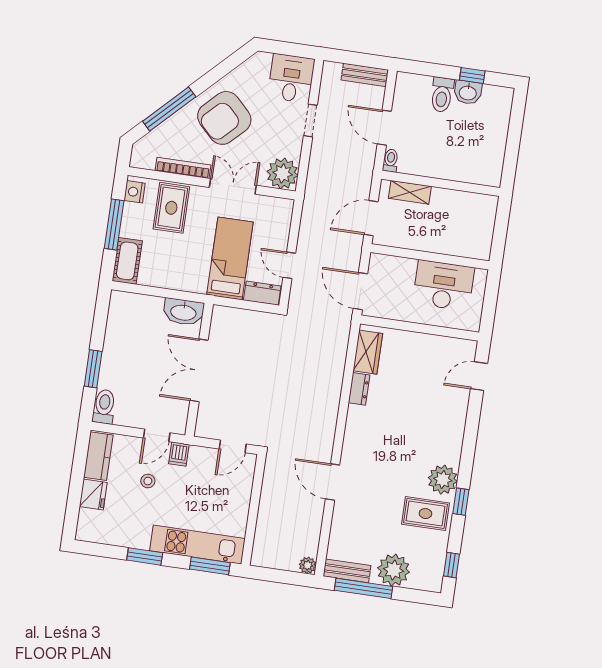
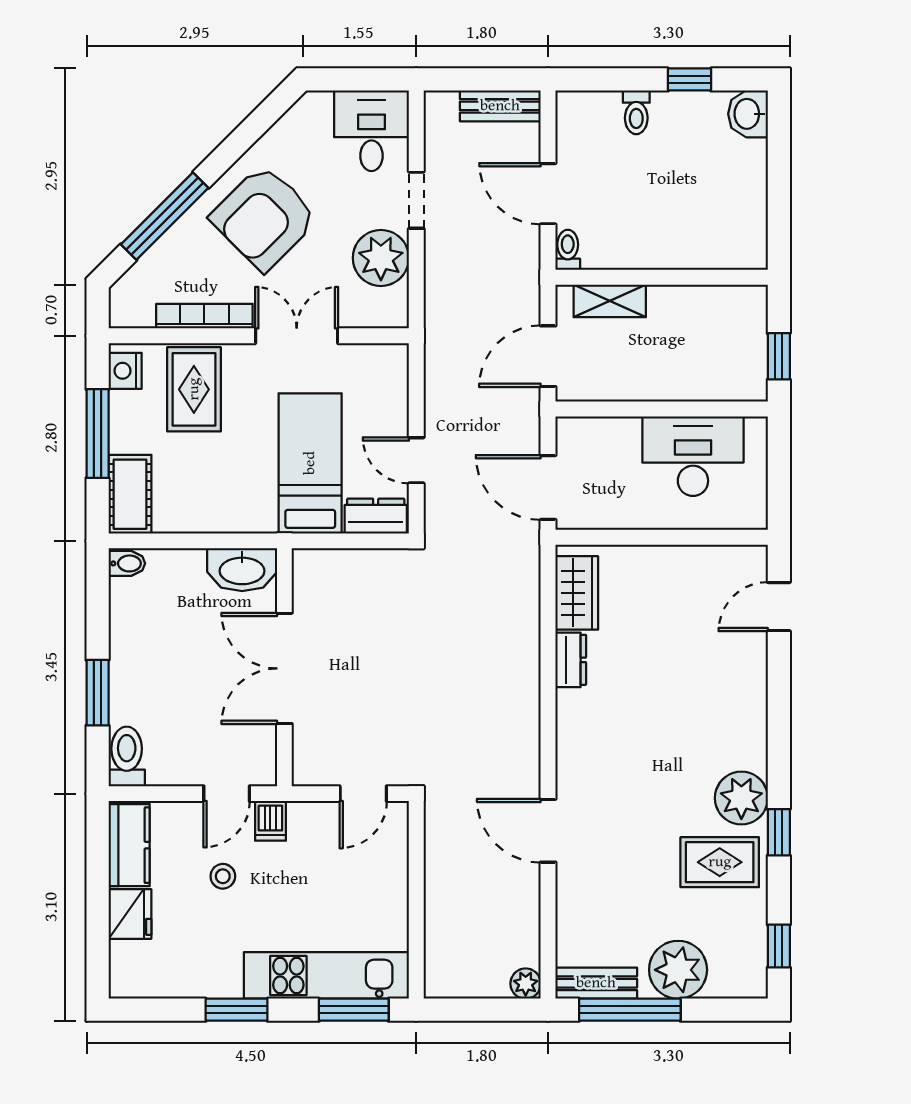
washbasin: (468, 92) -> (748, 114), moved, turned 90
toilet: (442, 95) -> (636, 112), width x0.73, depth x0.72
plant: (283, 173) -> (381, 258), moved
window: (499, 237) -> (779, 356), added
bidet: (120, 299) -> (127, 563), added

